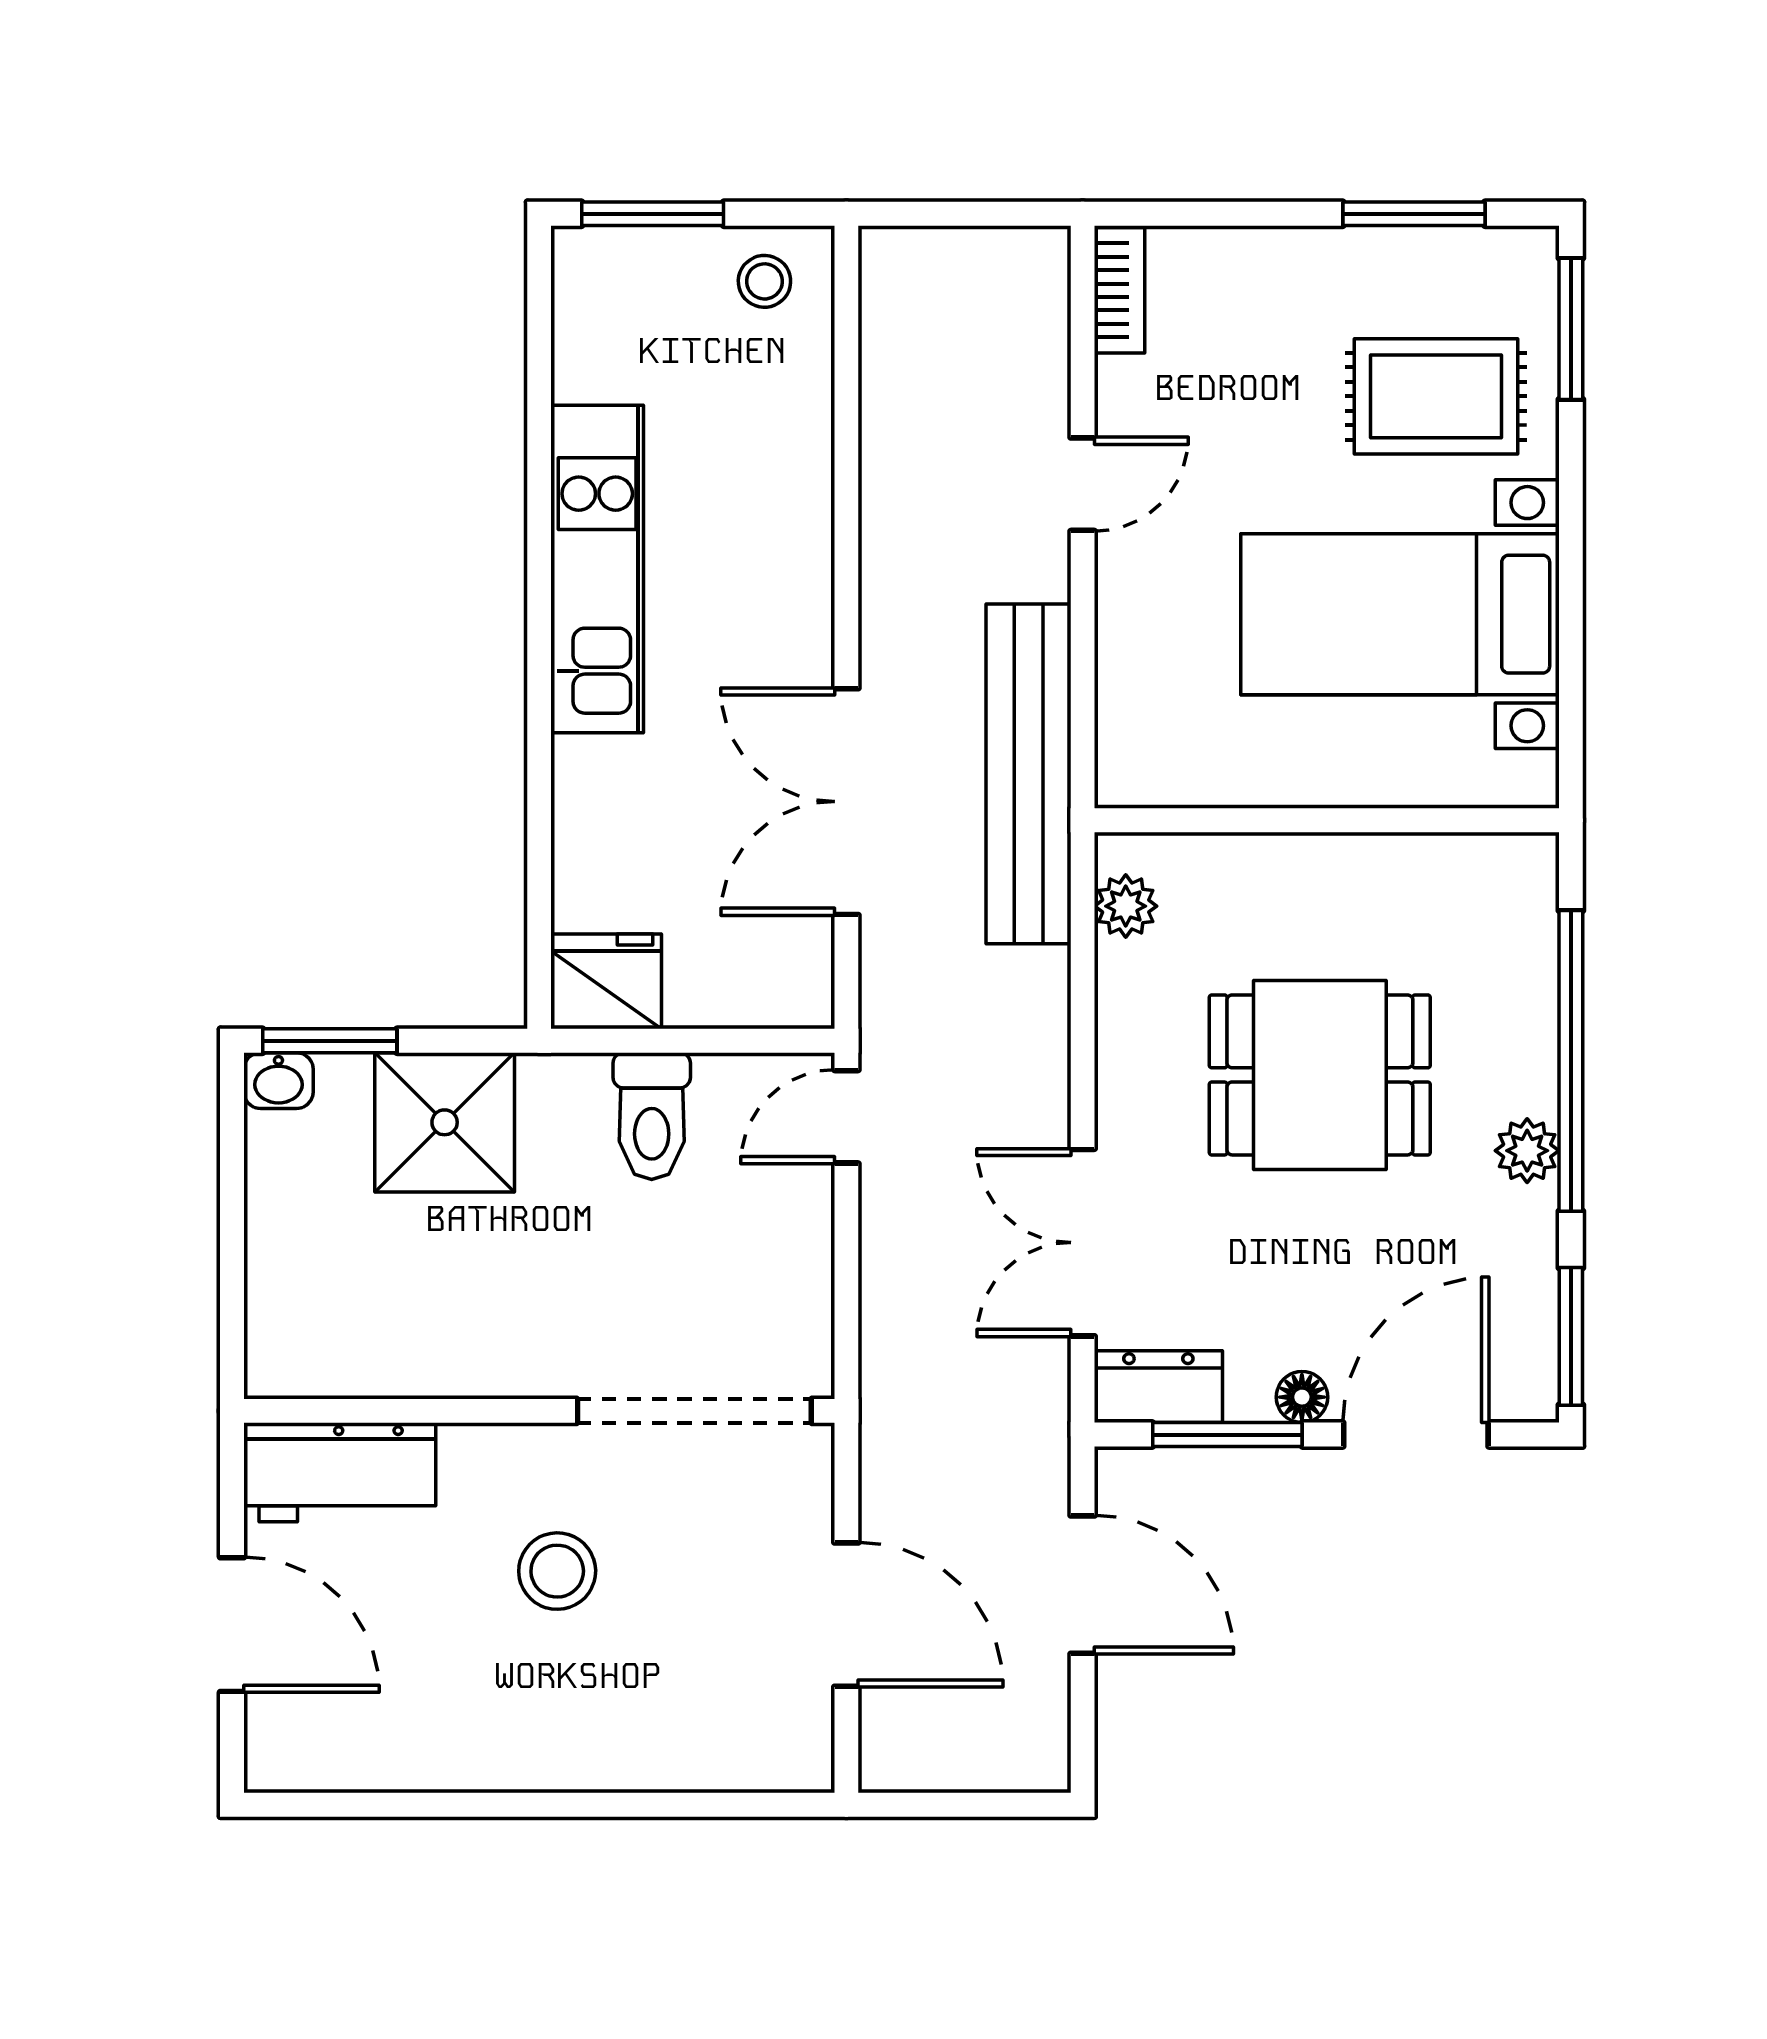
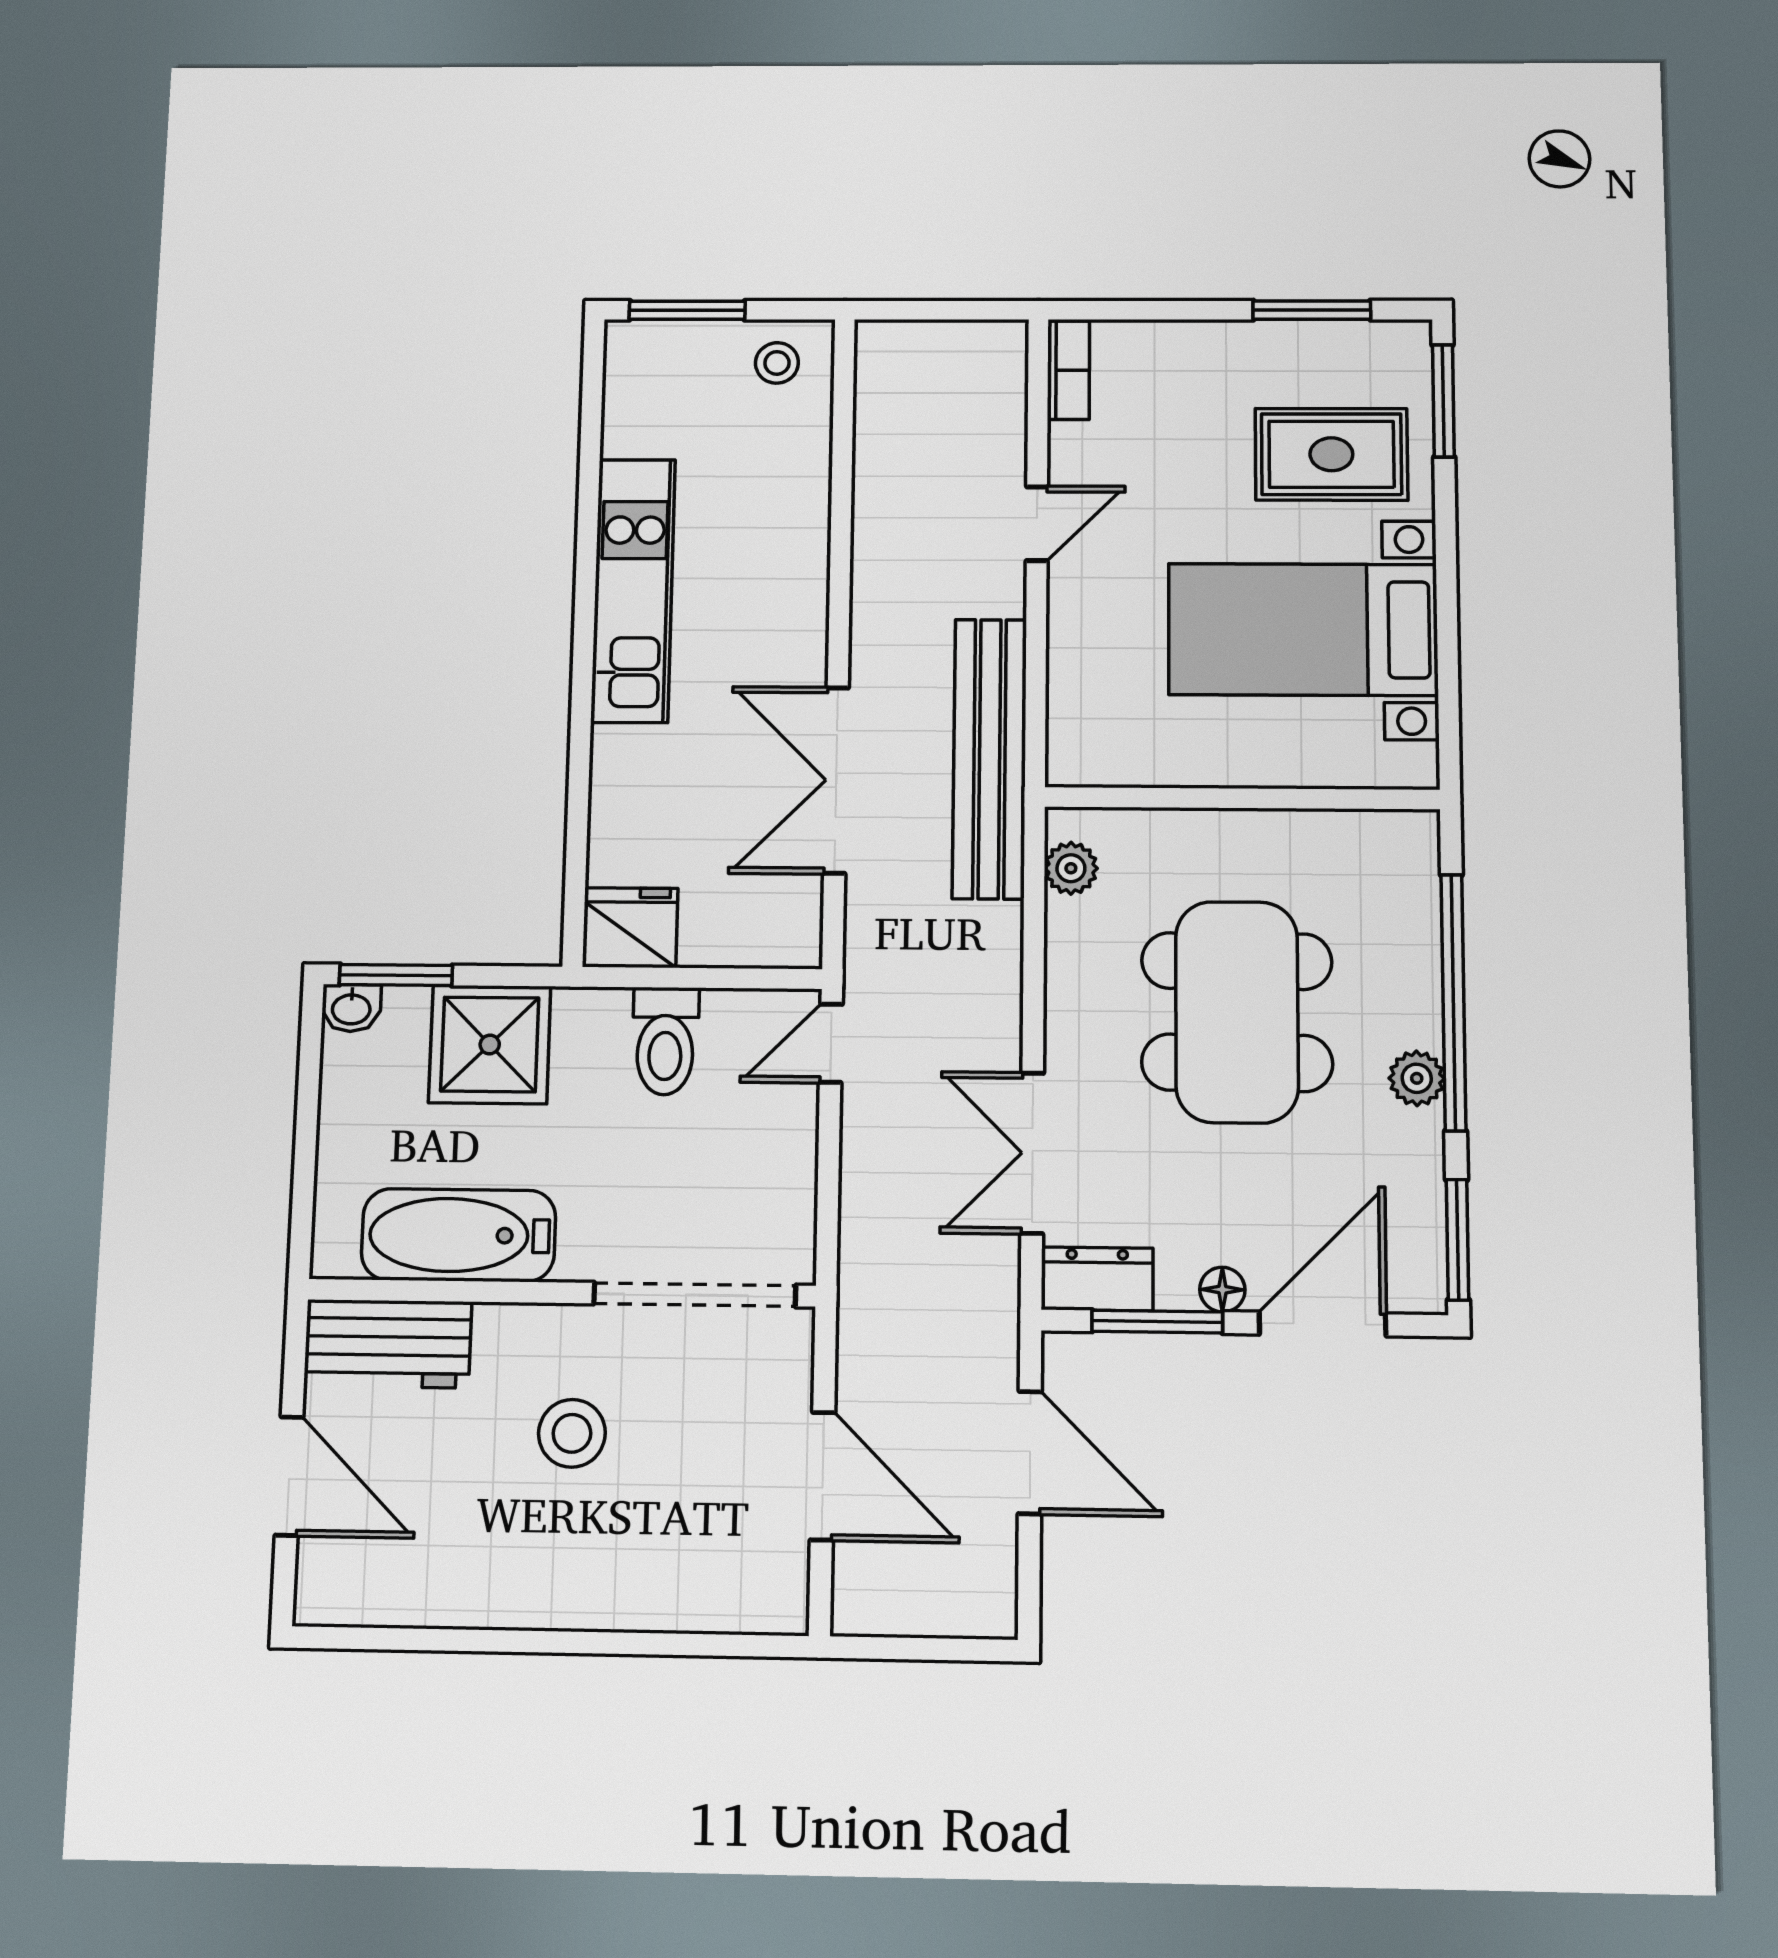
dining table: (1320, 1075) -> (1237, 1012), width x1.37
bathtub: (417, 1346) -> (458, 1235), added

